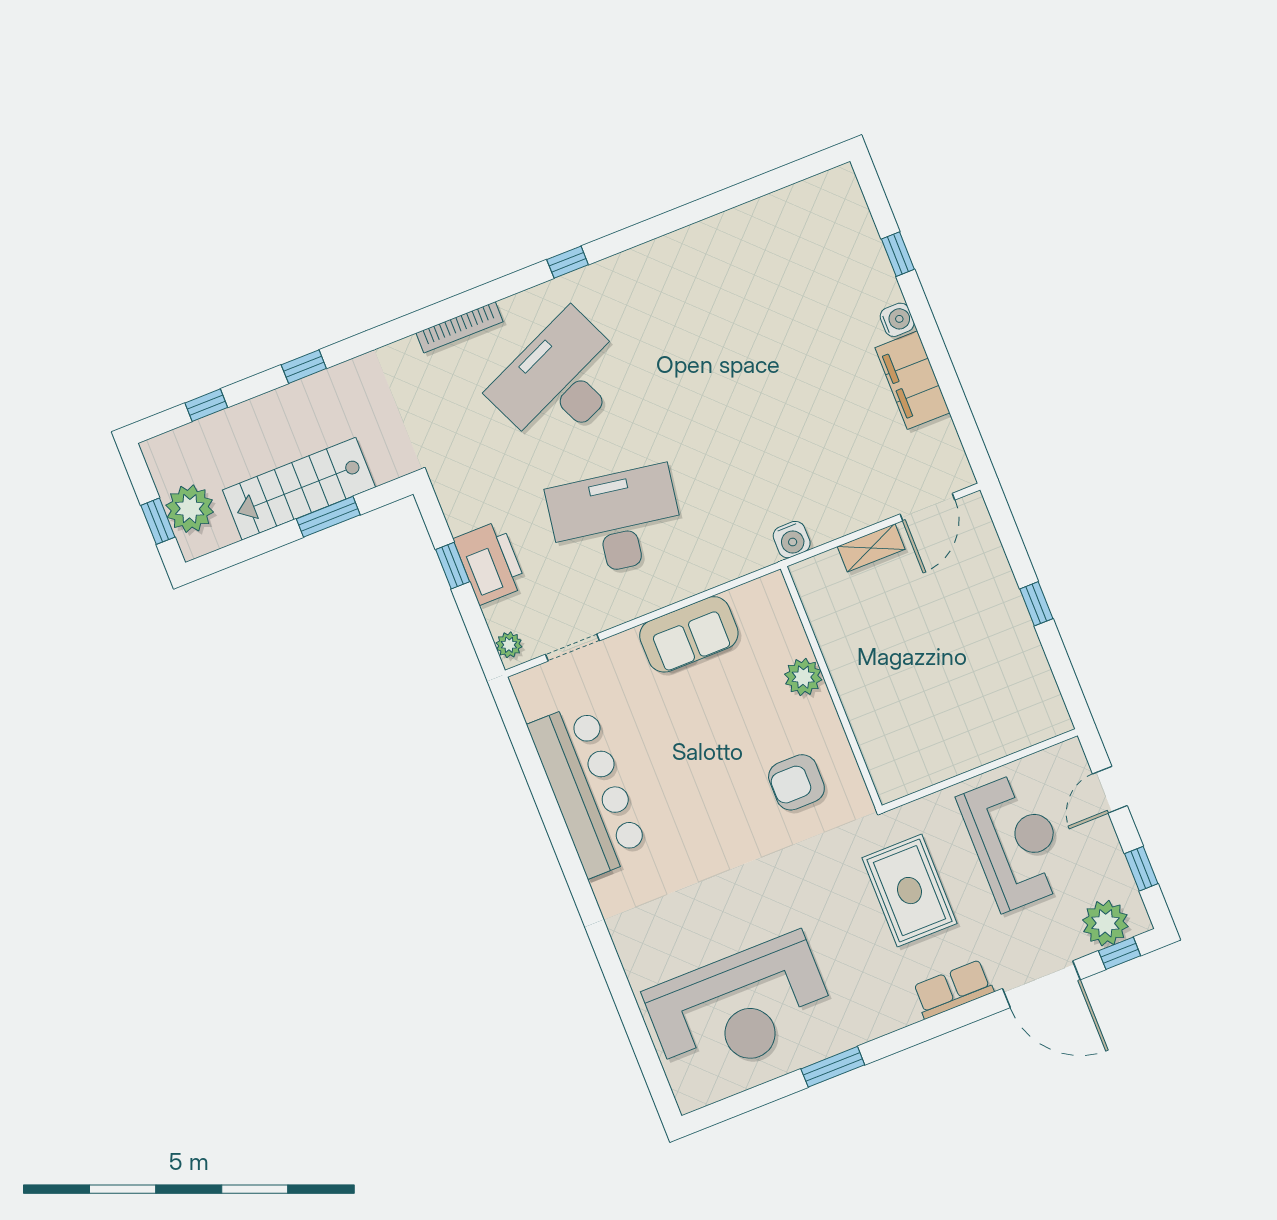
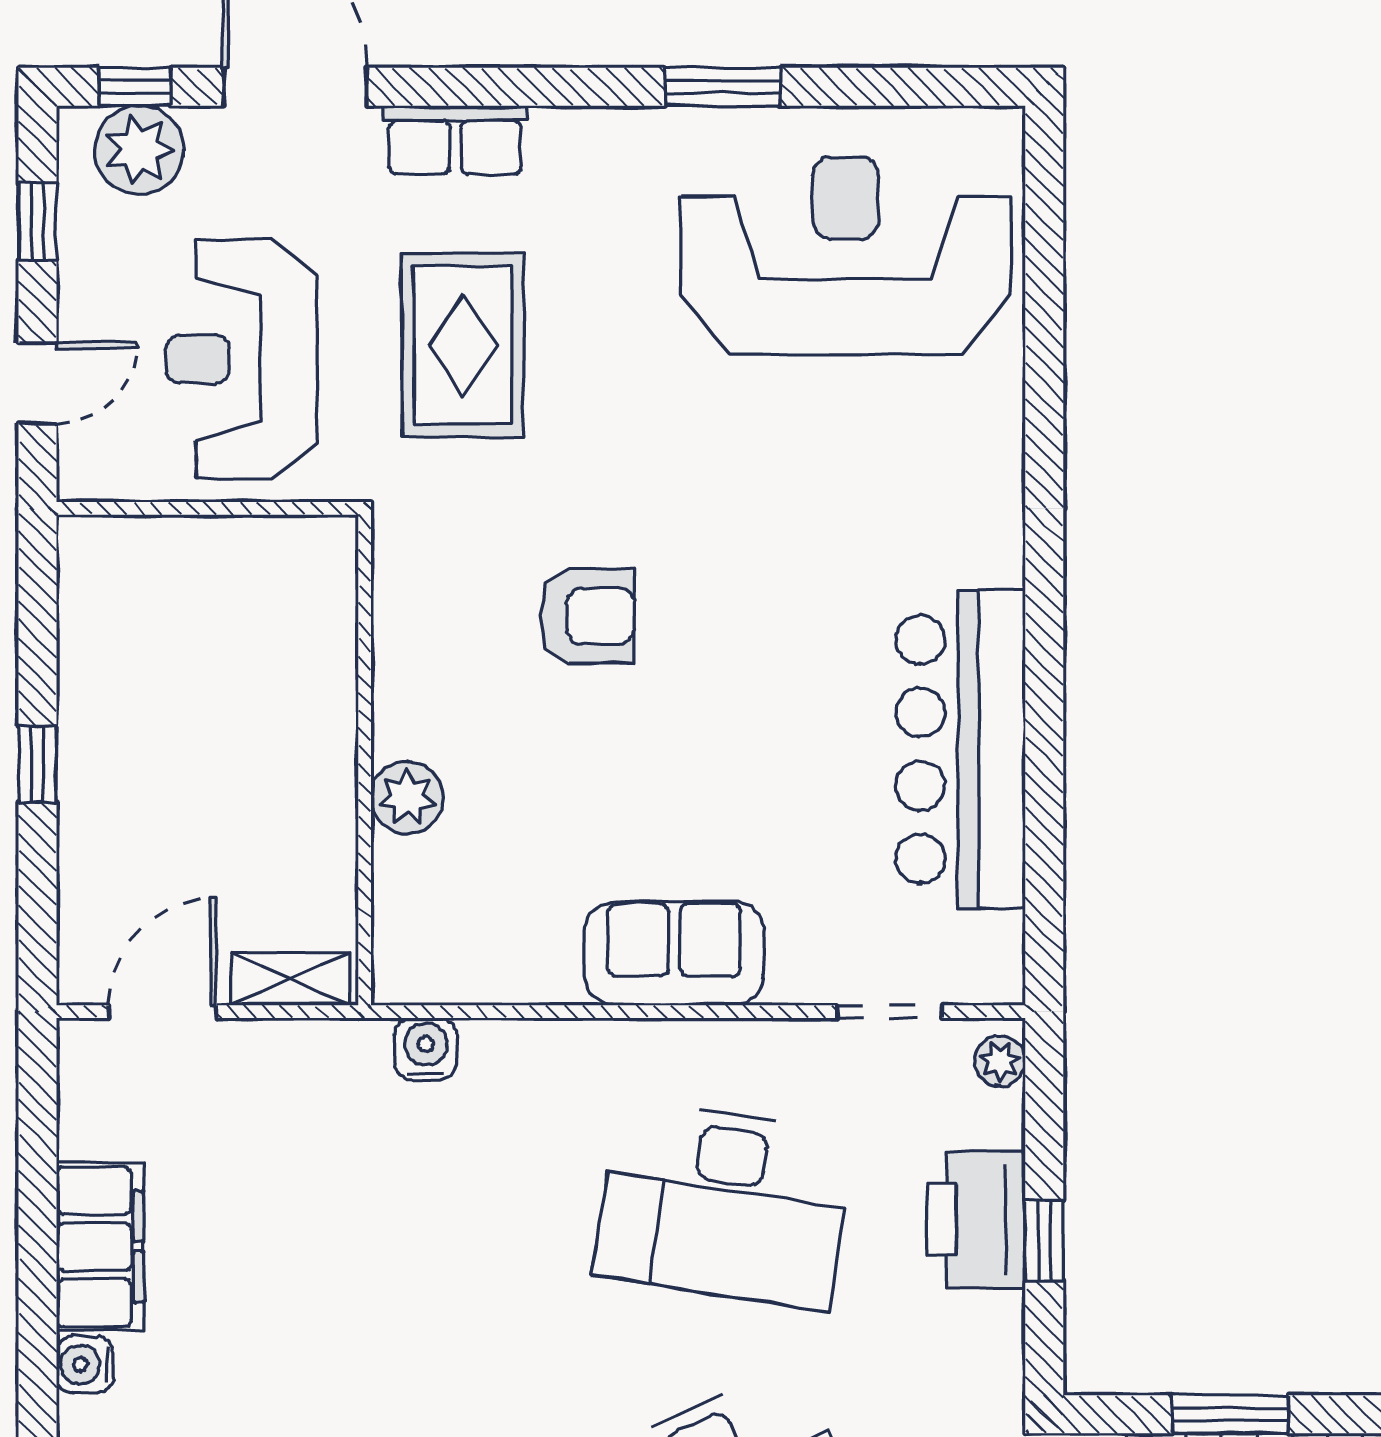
plant: (803, 677) -> (407, 798), moved
wall: (831, 687) -> (365, 760), moved

